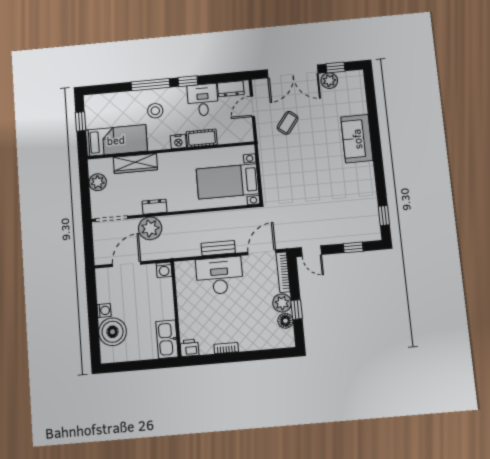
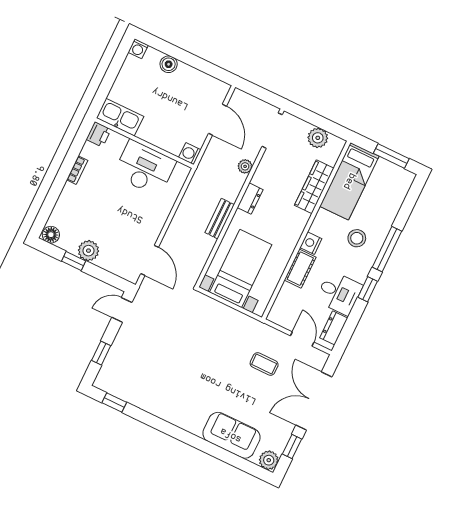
plant: (329, 81) -> (269, 460), moved
window: (81, 121) -> (391, 156), width x1.50
coffee table: (288, 123) -> (264, 364), turned -37
sofa: (357, 139) -> (231, 435), moved
dresser: (155, 207) -> (250, 199), moved
plant: (150, 228) -> (245, 166), width x0.53, depth x0.53
bench: (218, 248) -> (220, 219), moved
bookcase: (283, 272) -> (118, 270), removed
desk: (219, 276) -> (145, 168), moved, turned -90
washing machine: (104, 310) -> (138, 49), moved
floor lamp: (285, 321) -> (51, 235), moved
boiler: (113, 332) -> (169, 64), width x0.54, depth x0.54

